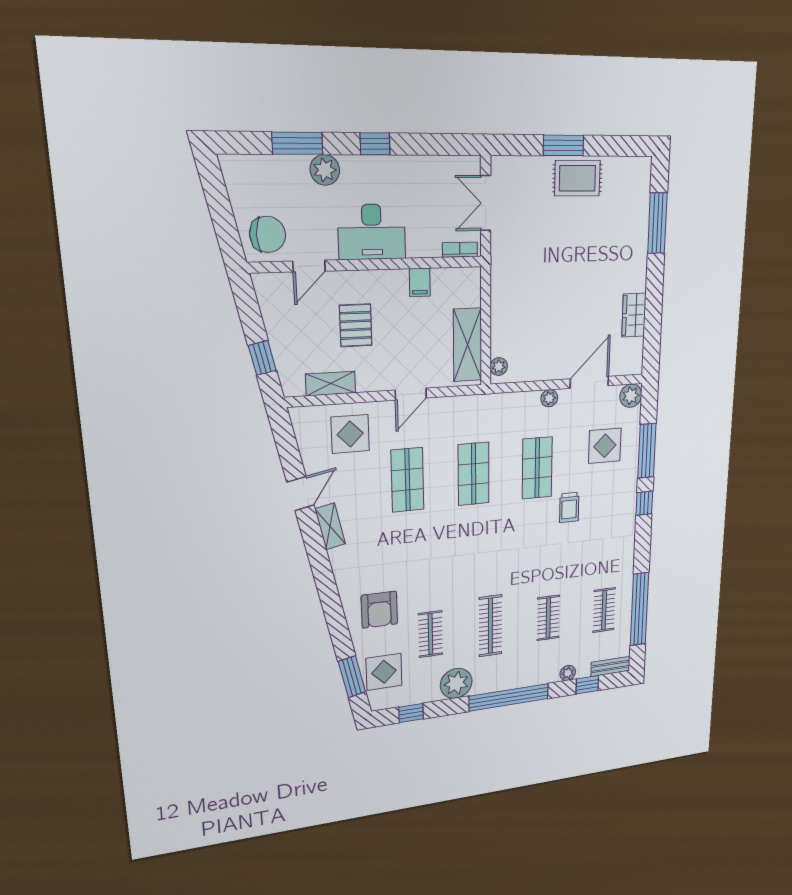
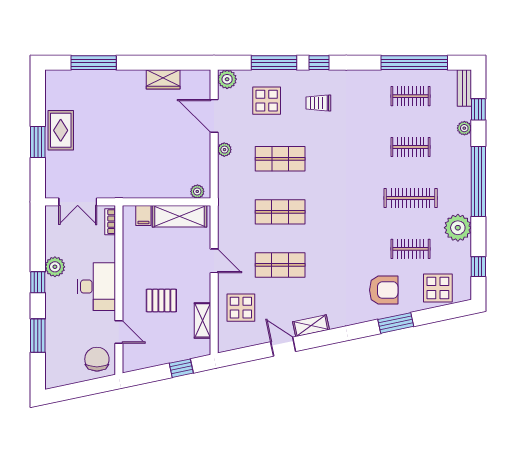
plant: (325, 170) -> (55, 267), moved
filing cabinet: (420, 282) -> (143, 216), moved, turned 90
trolley: (569, 507) -> (318, 103), moved, turned 180
window: (352, 677) -> (396, 323), moved

